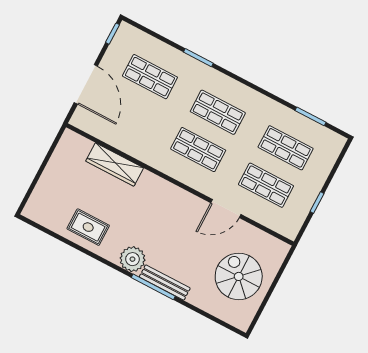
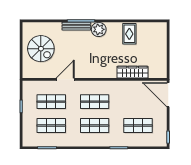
door: (86, 84) -> (168, 95), moved
rug: (88, 227) -> (129, 34), turned 90

